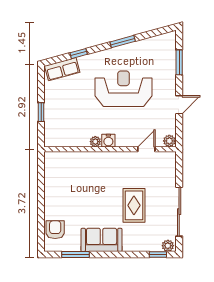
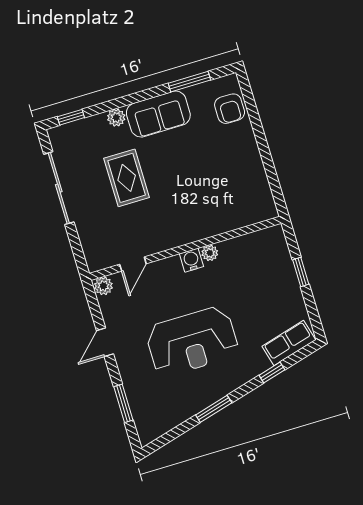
plant: (168, 246) -> (116, 118), moved

